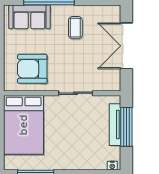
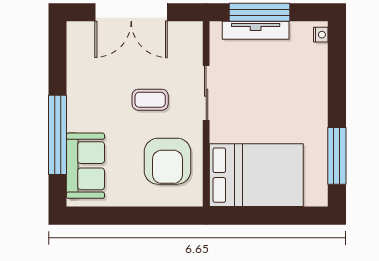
coffee table: (75, 28) -> (150, 100), moved

